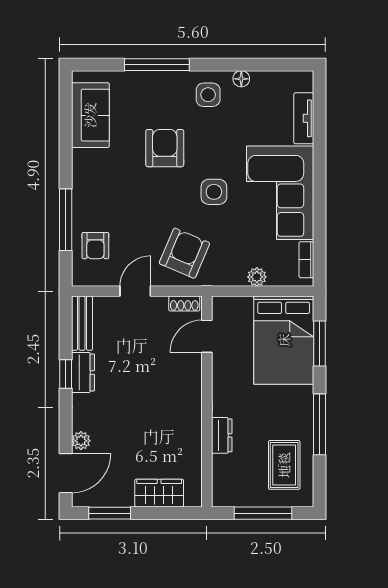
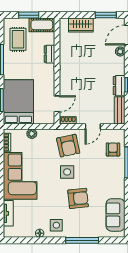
armchair: (165, 148) -> (78, 198), turned -96
side table: (214, 192) -> (67, 172), moved
armchair: (184, 253) -> (68, 146), turned -35
cot: (237, 493) -> (42, 25), added
window: (263, 513) -> (29, 15), width x0.69

